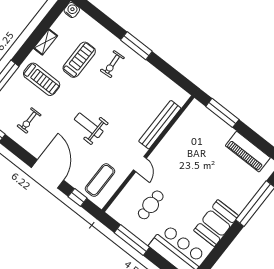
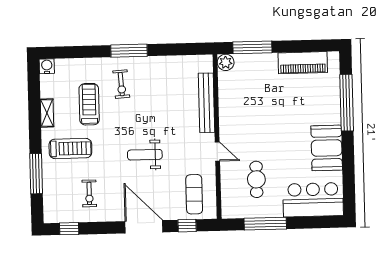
plant: (196, 108) -> (226, 62), added

